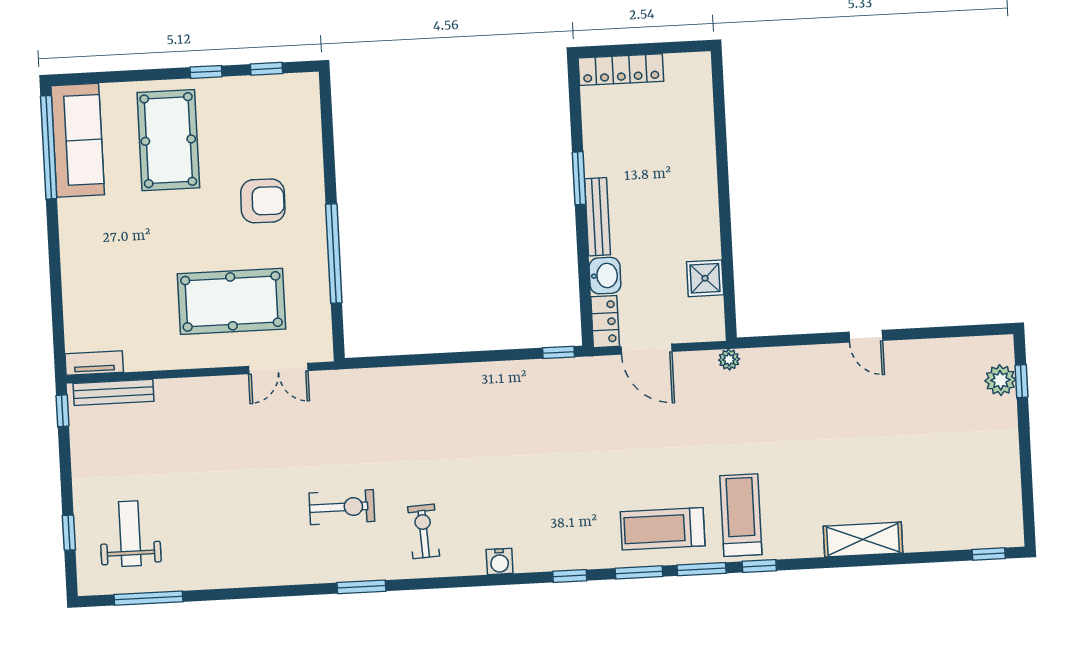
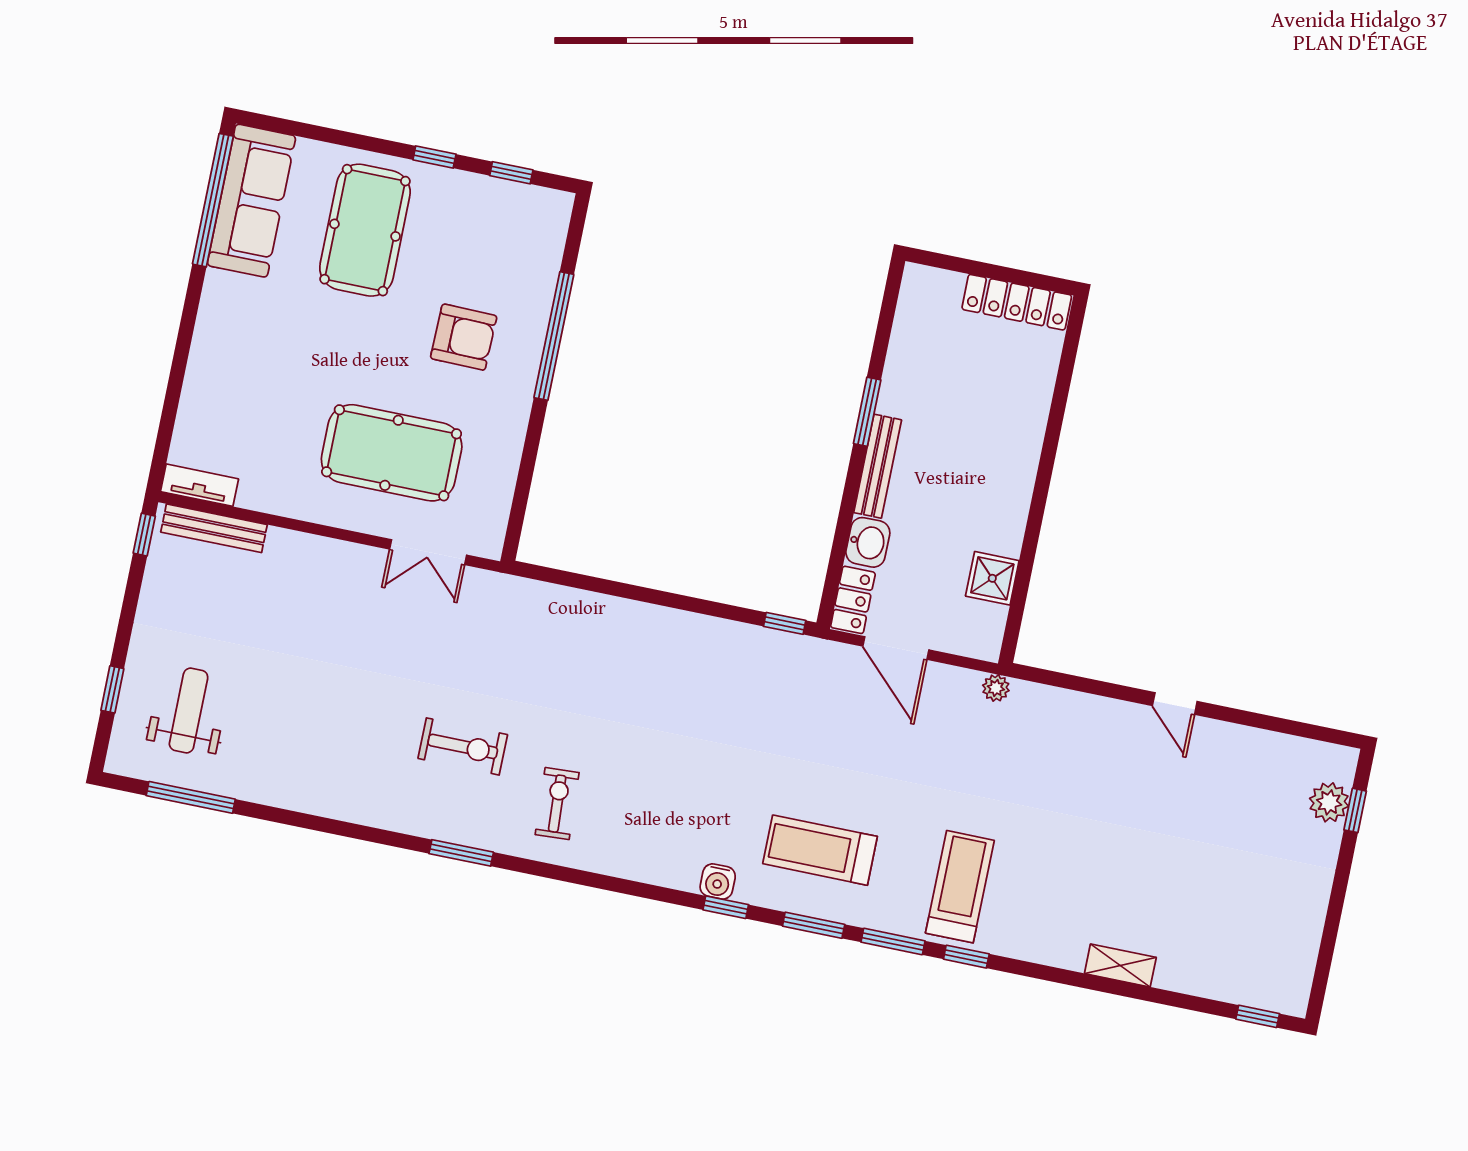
locker: (621, 70) -> (1017, 302), moved
window: (334, 253) -> (554, 336), moved
treadmill: (663, 529) -> (820, 850), moved
shelving: (863, 540) -> (1120, 965), width x0.67, depth x0.75
water cooler: (500, 561) -> (718, 881), moved

